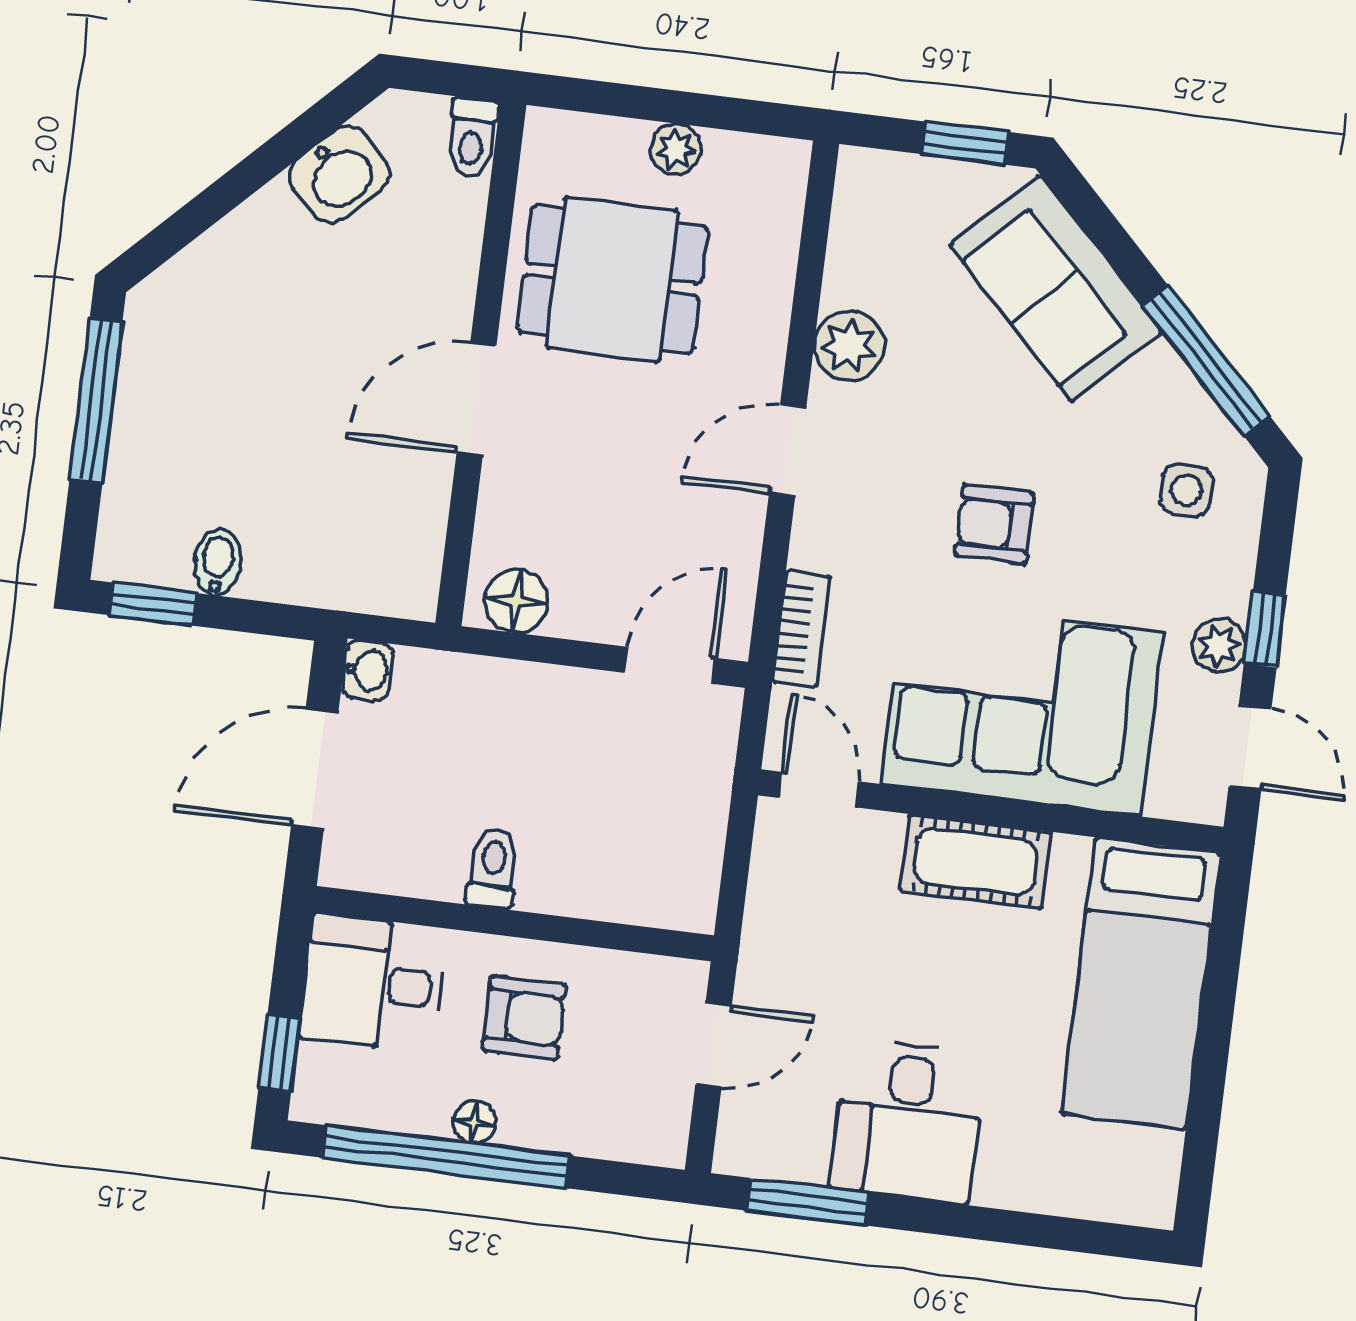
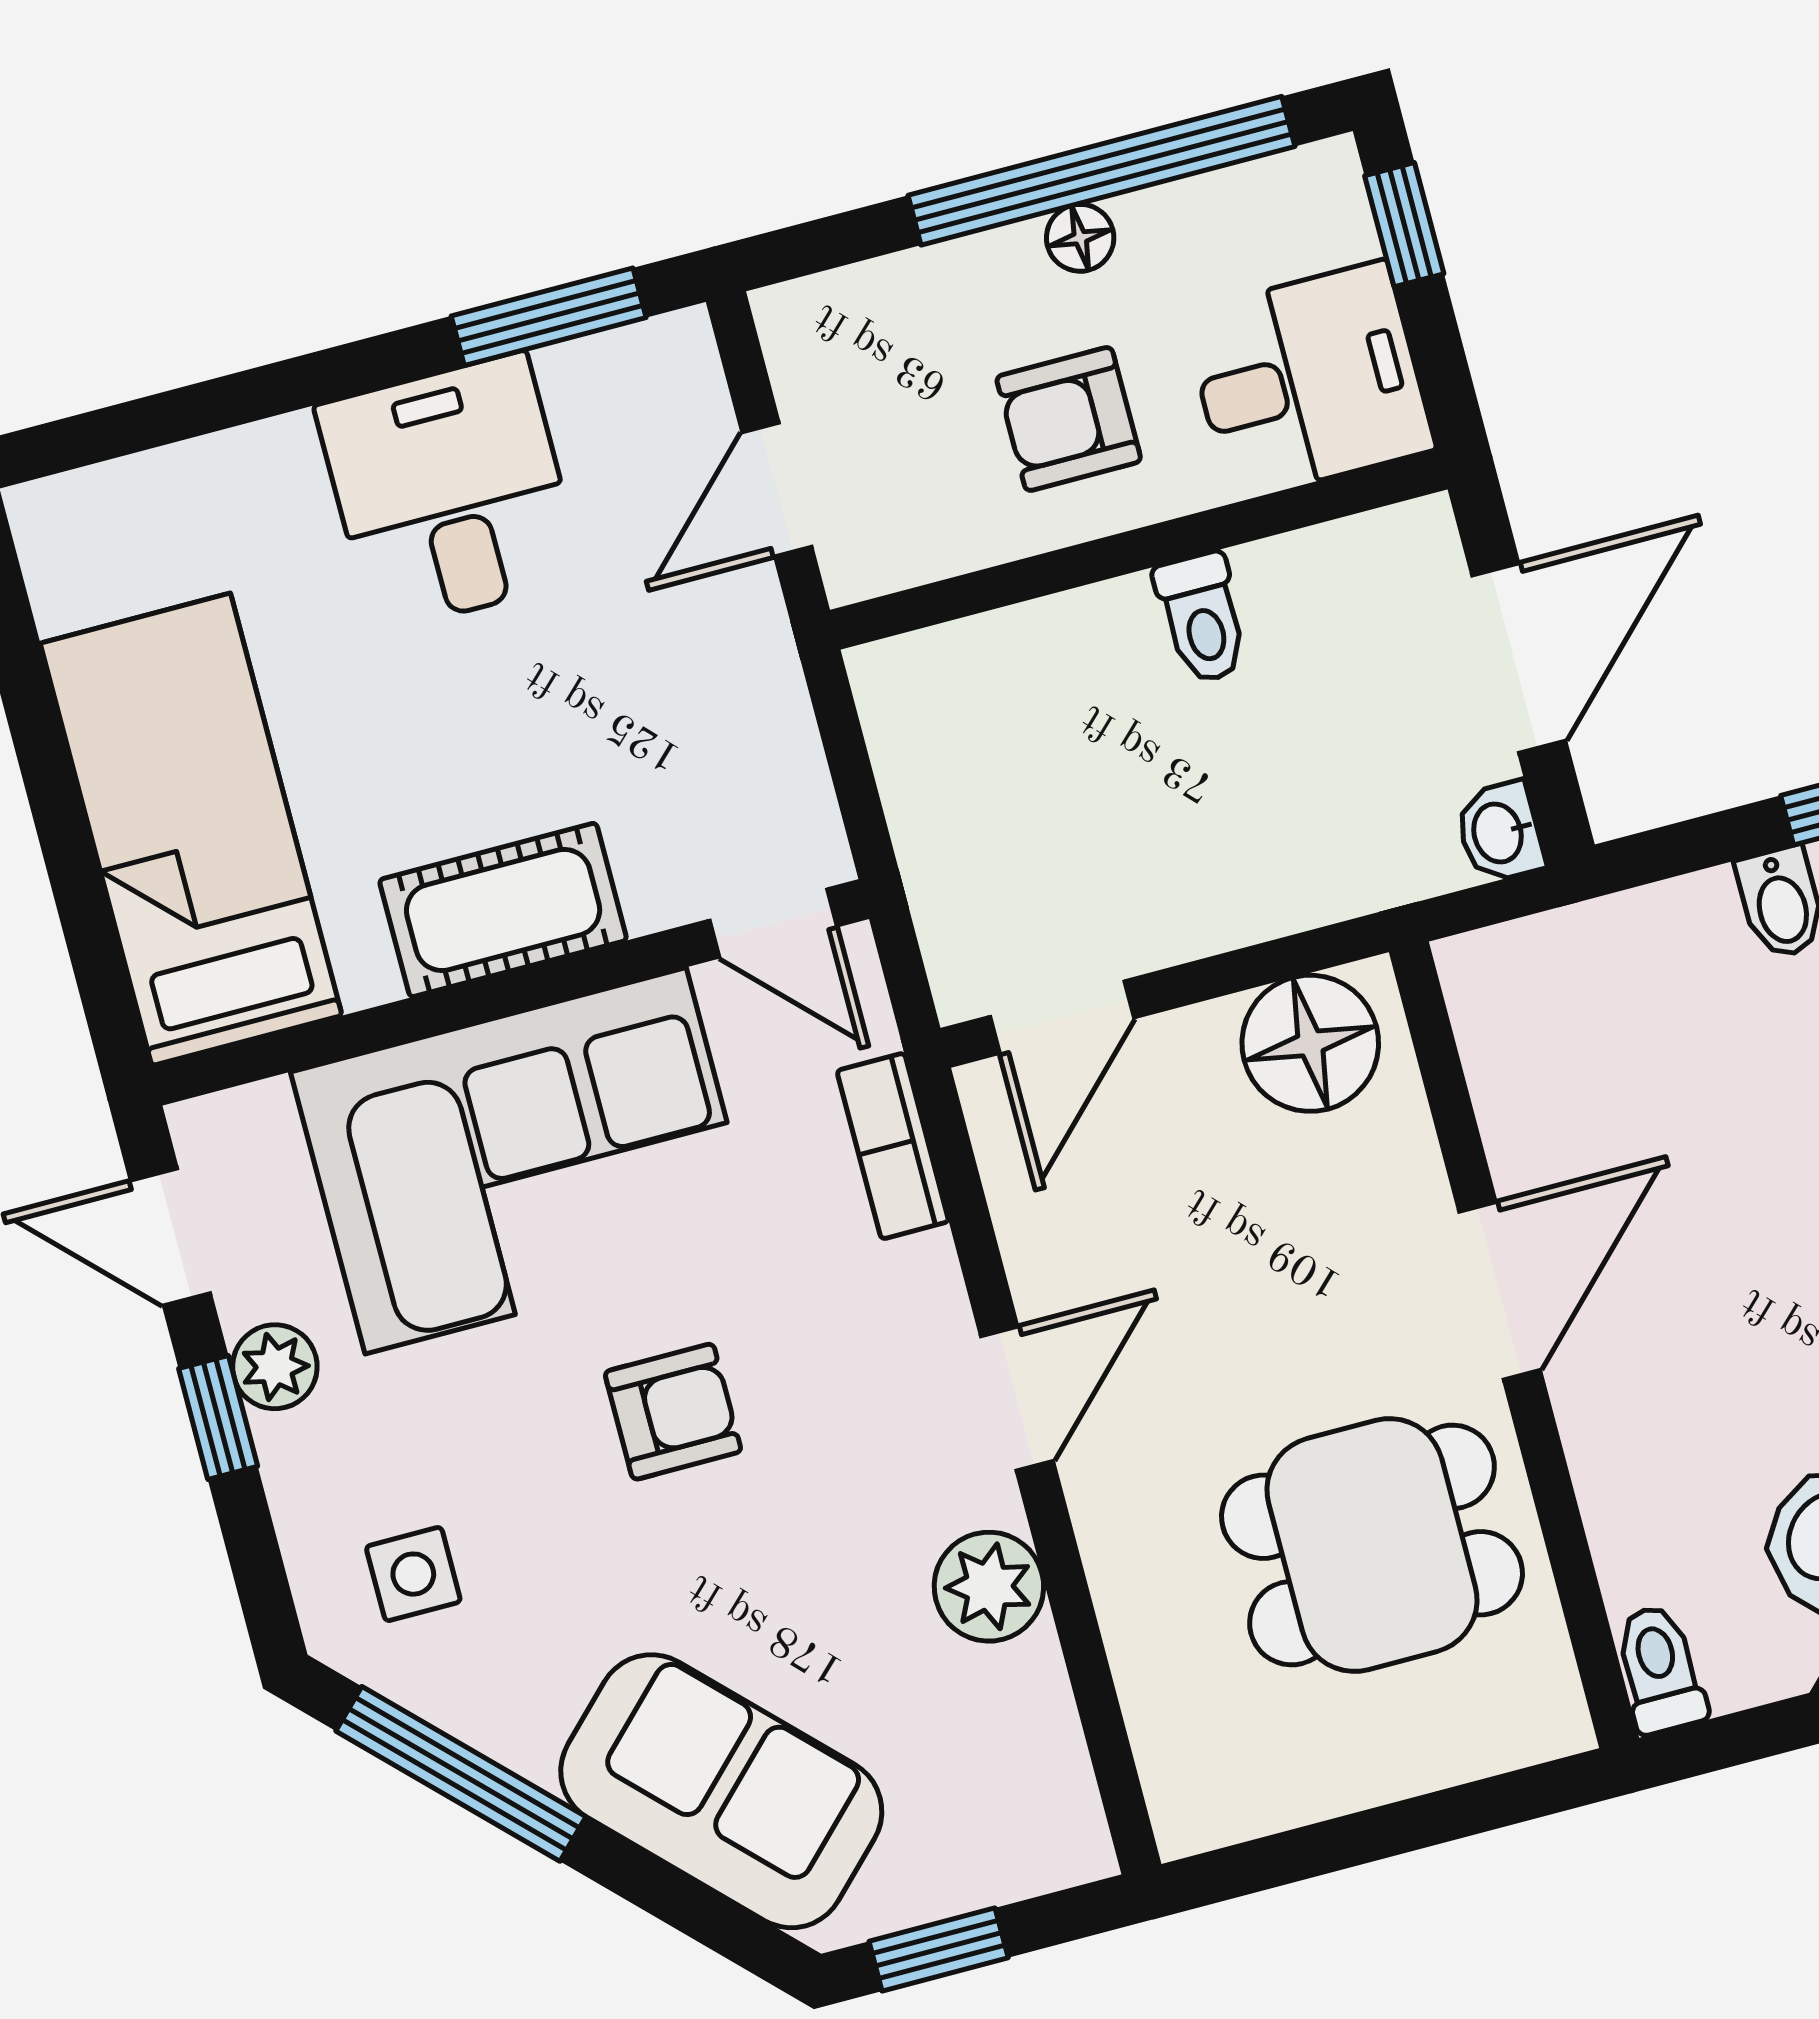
plant: (676, 149) -> (1356, 1772), removed
floor lamp: (516, 601) -> (1310, 1043), width x1.38, depth x1.38

